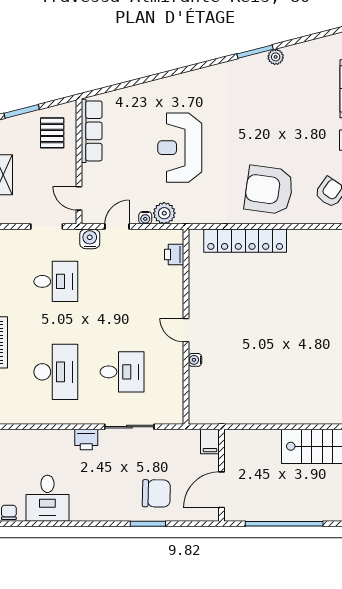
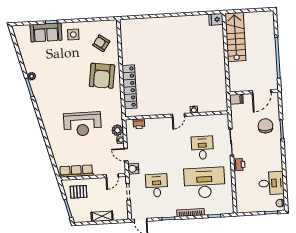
desk: (56, 372) -> (204, 183), width x1.36, depth x1.30
door: (222, 490) -> (262, 92), hinge flipped

